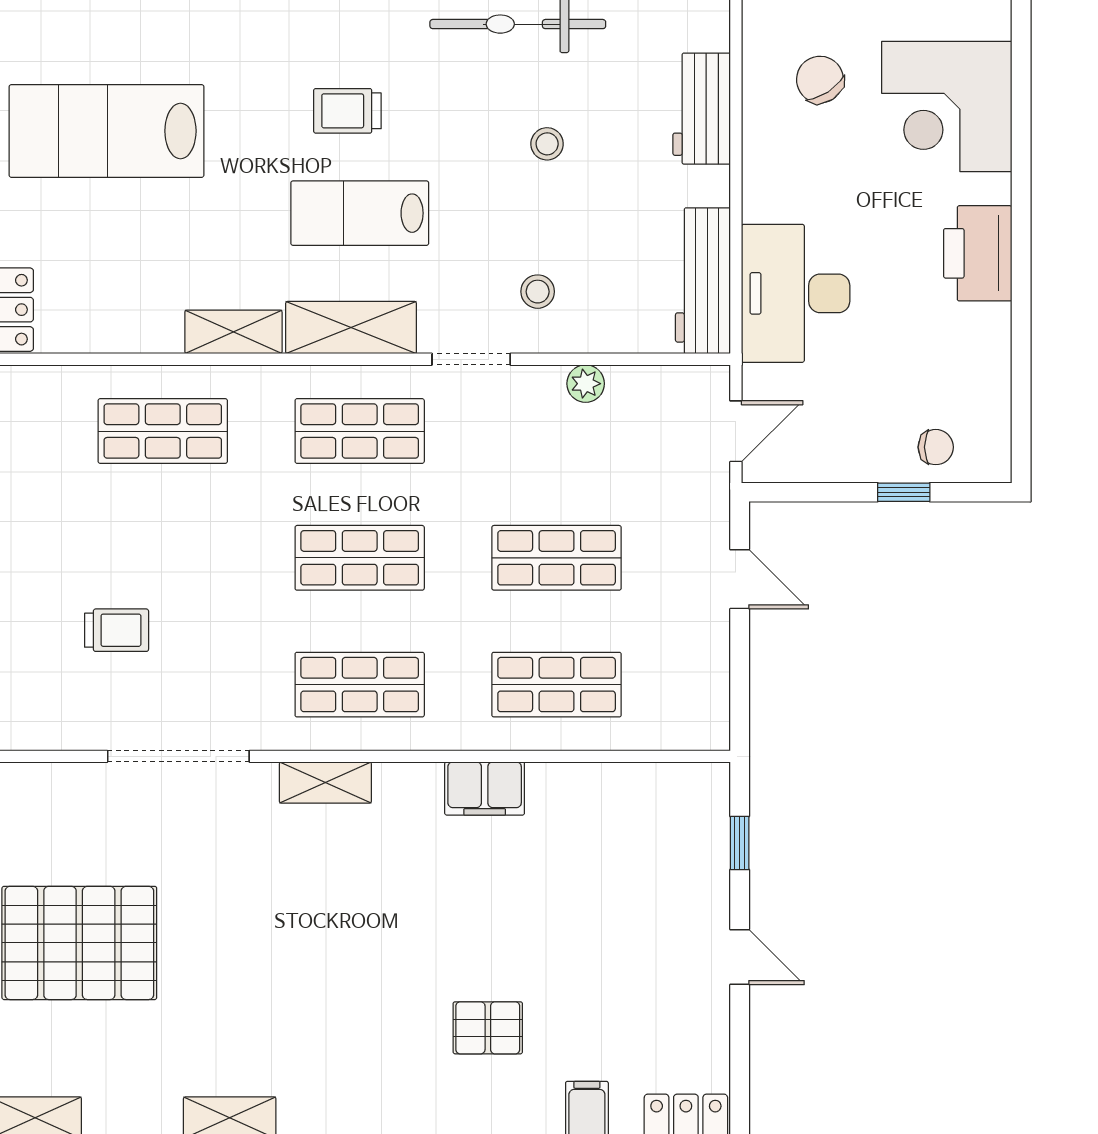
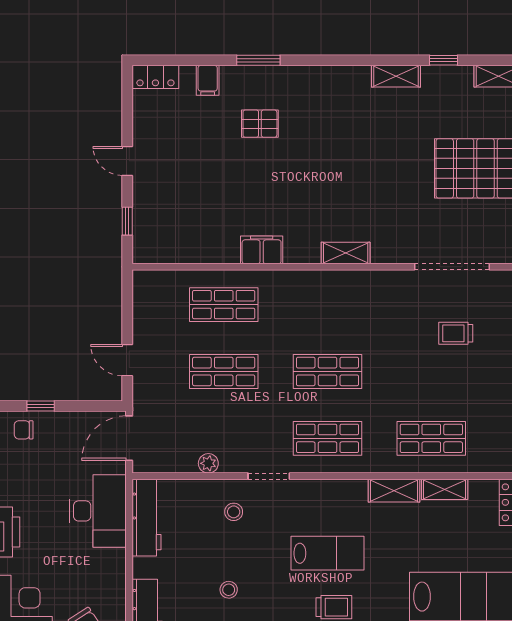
shelving: (351, 328) -> (445, 489), moved, width x0.67, depth x0.75
door: (736, 431) -> (129, 438), width x1.37
shop shelf: (360, 685) -> (327, 305), removed
doorway: (178, 756) -> (452, 267), moved

